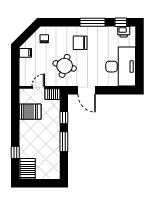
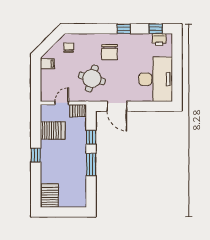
window: (93, 22) -> (124, 29), width x0.46
chair: (80, 43) -> (110, 52), turned -90
window: (15, 152) -> (36, 155), moved

